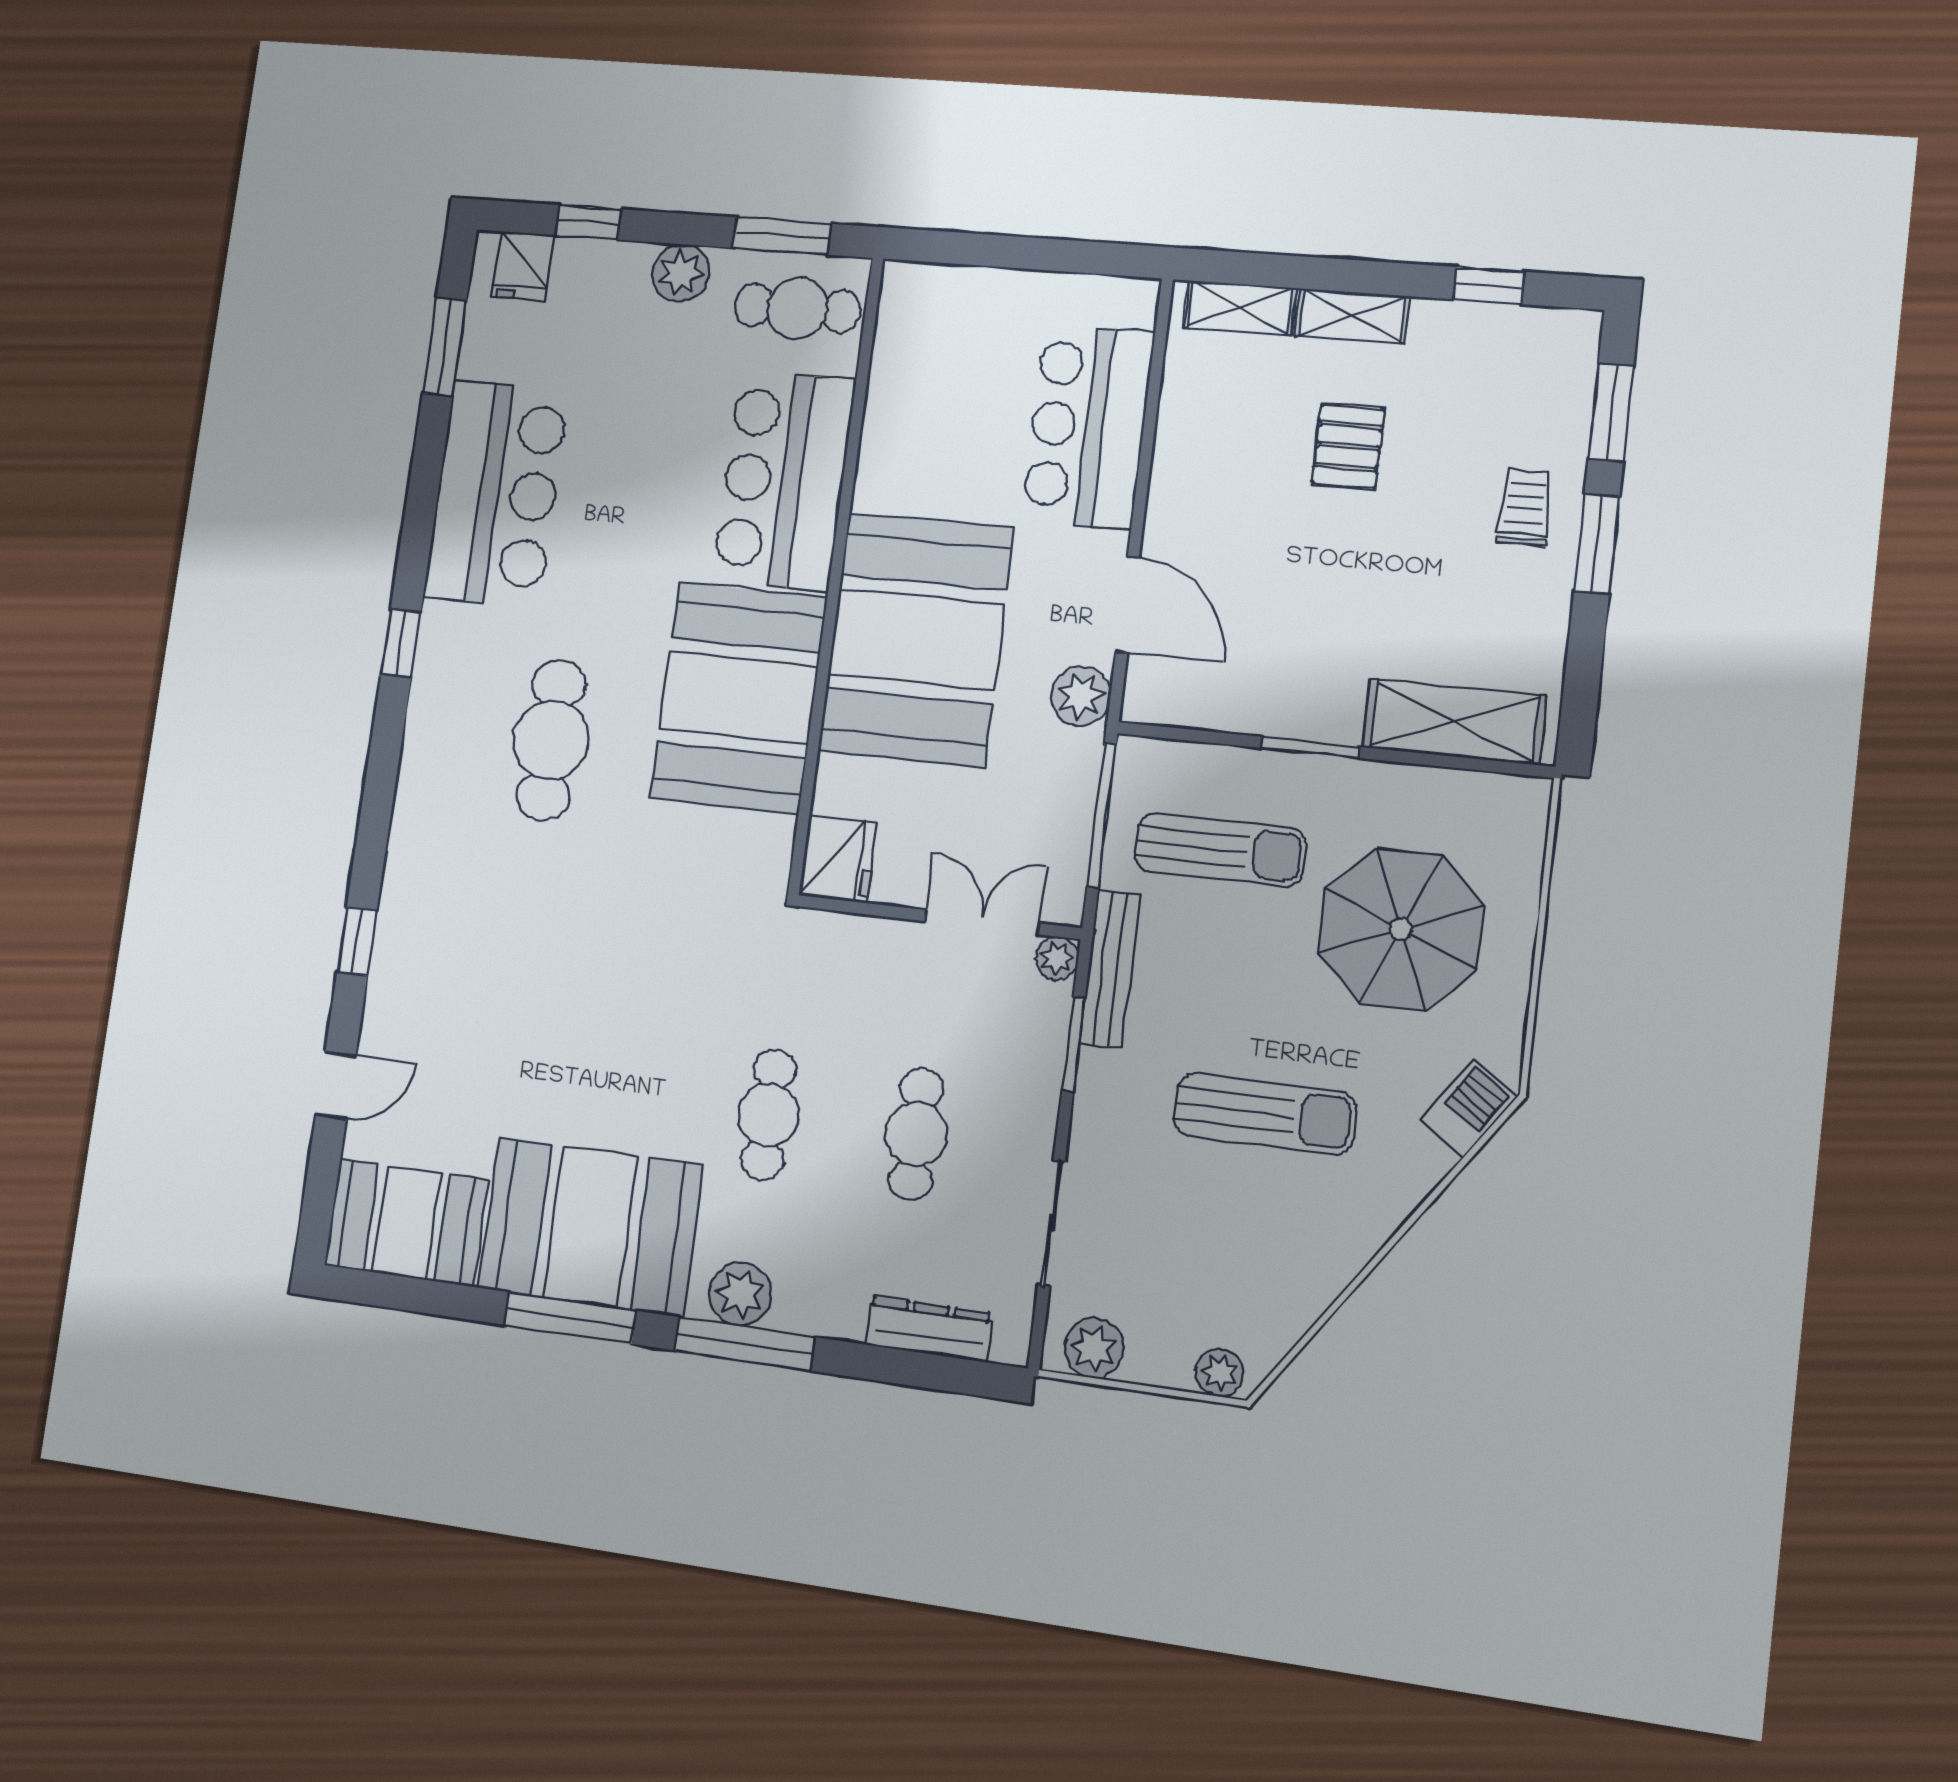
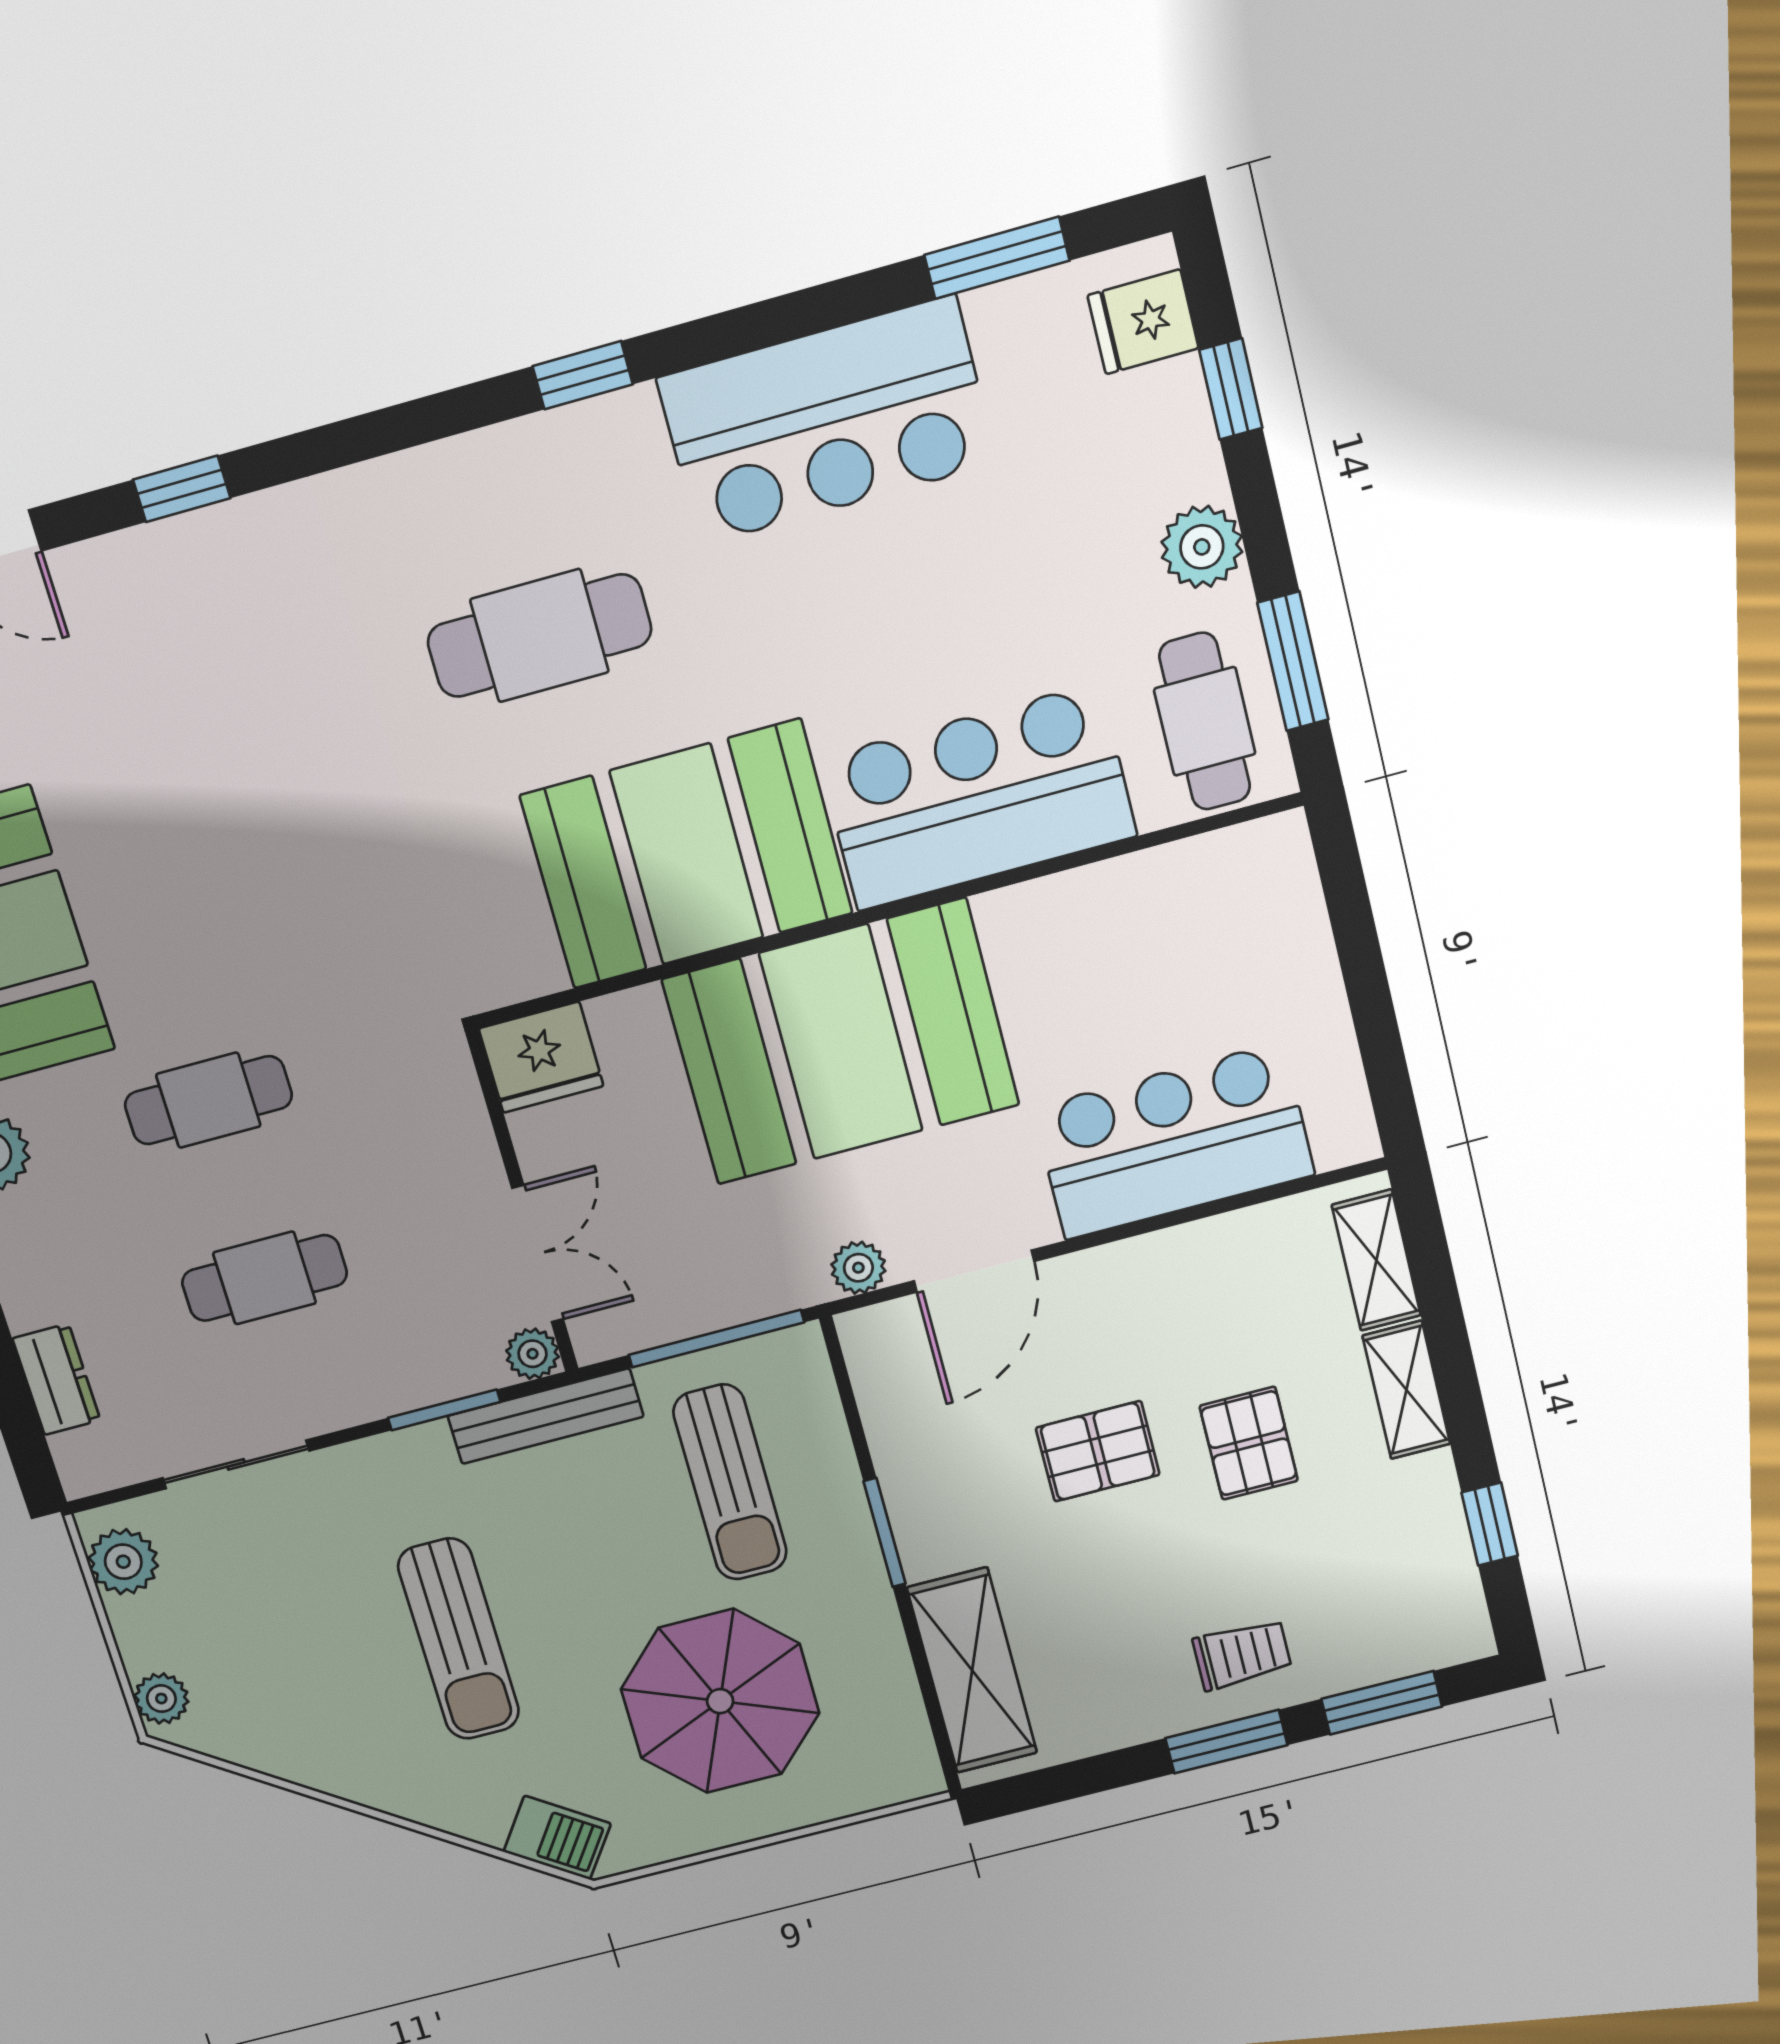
pallet: (1348, 446) -> (1249, 1443), turned 90
pallet: (1309, 562) -> (1098, 1451), added
plant: (1081, 696) -> (858, 1268), width x0.73, depth x0.73
dresser: (929, 1329) -> (56, 1379), width x0.70

